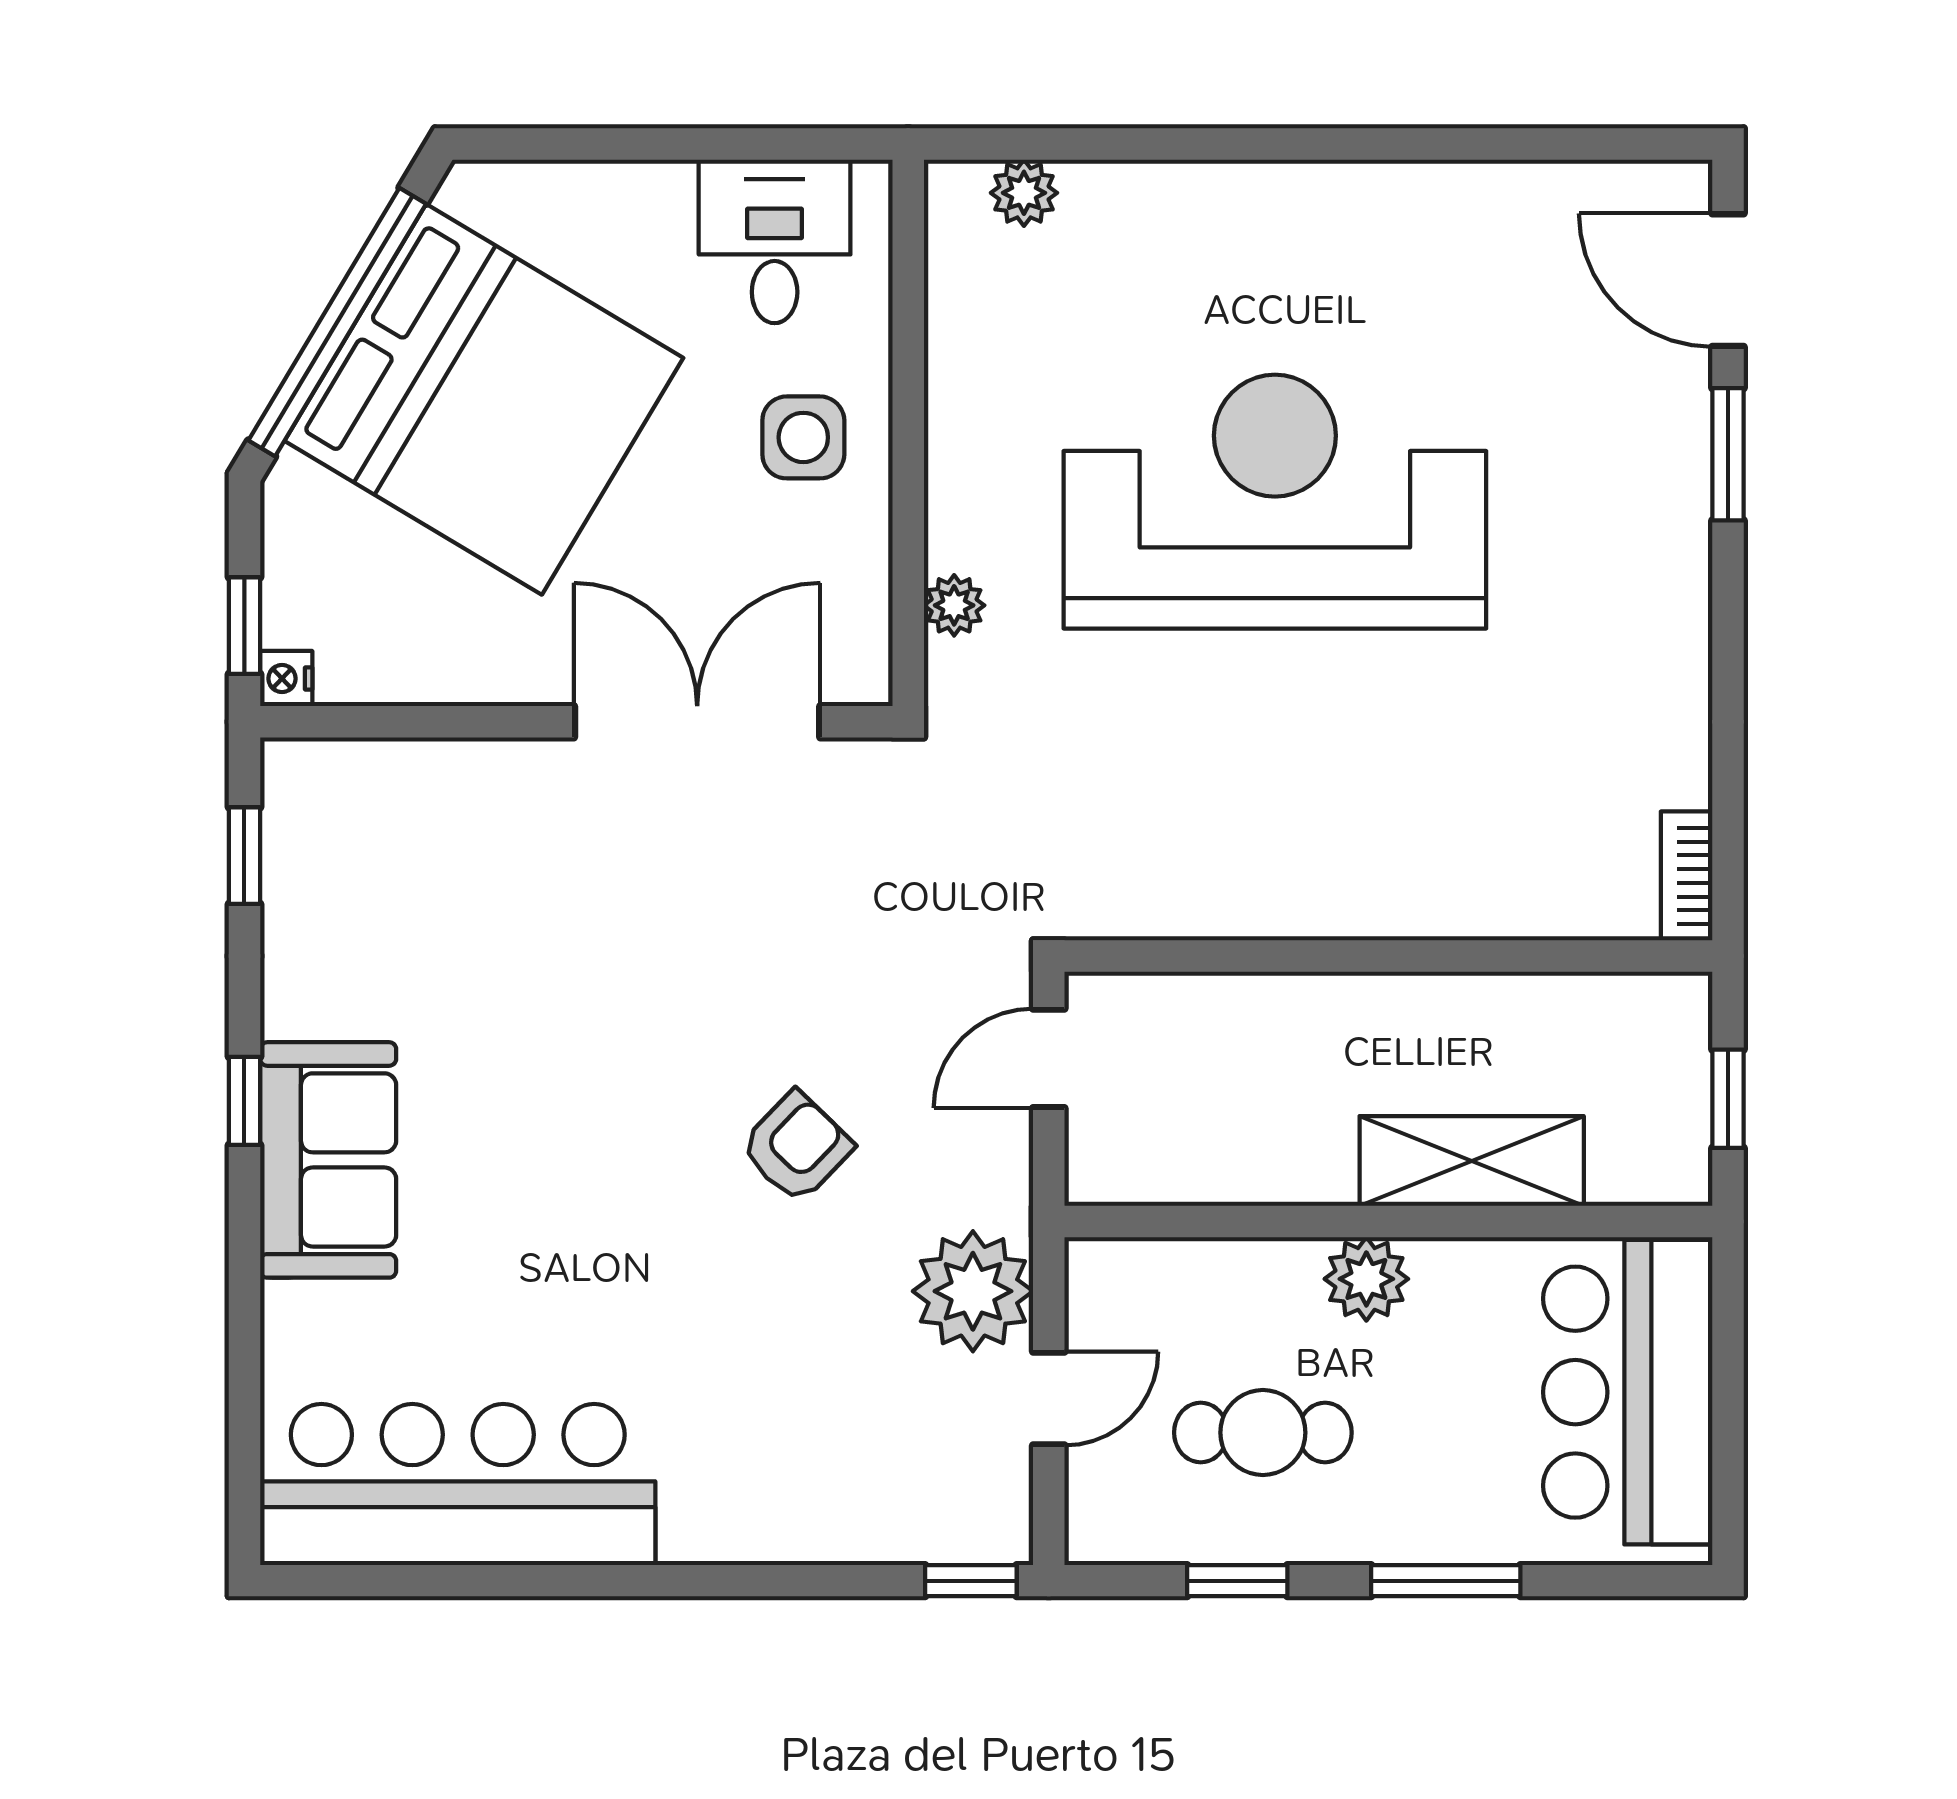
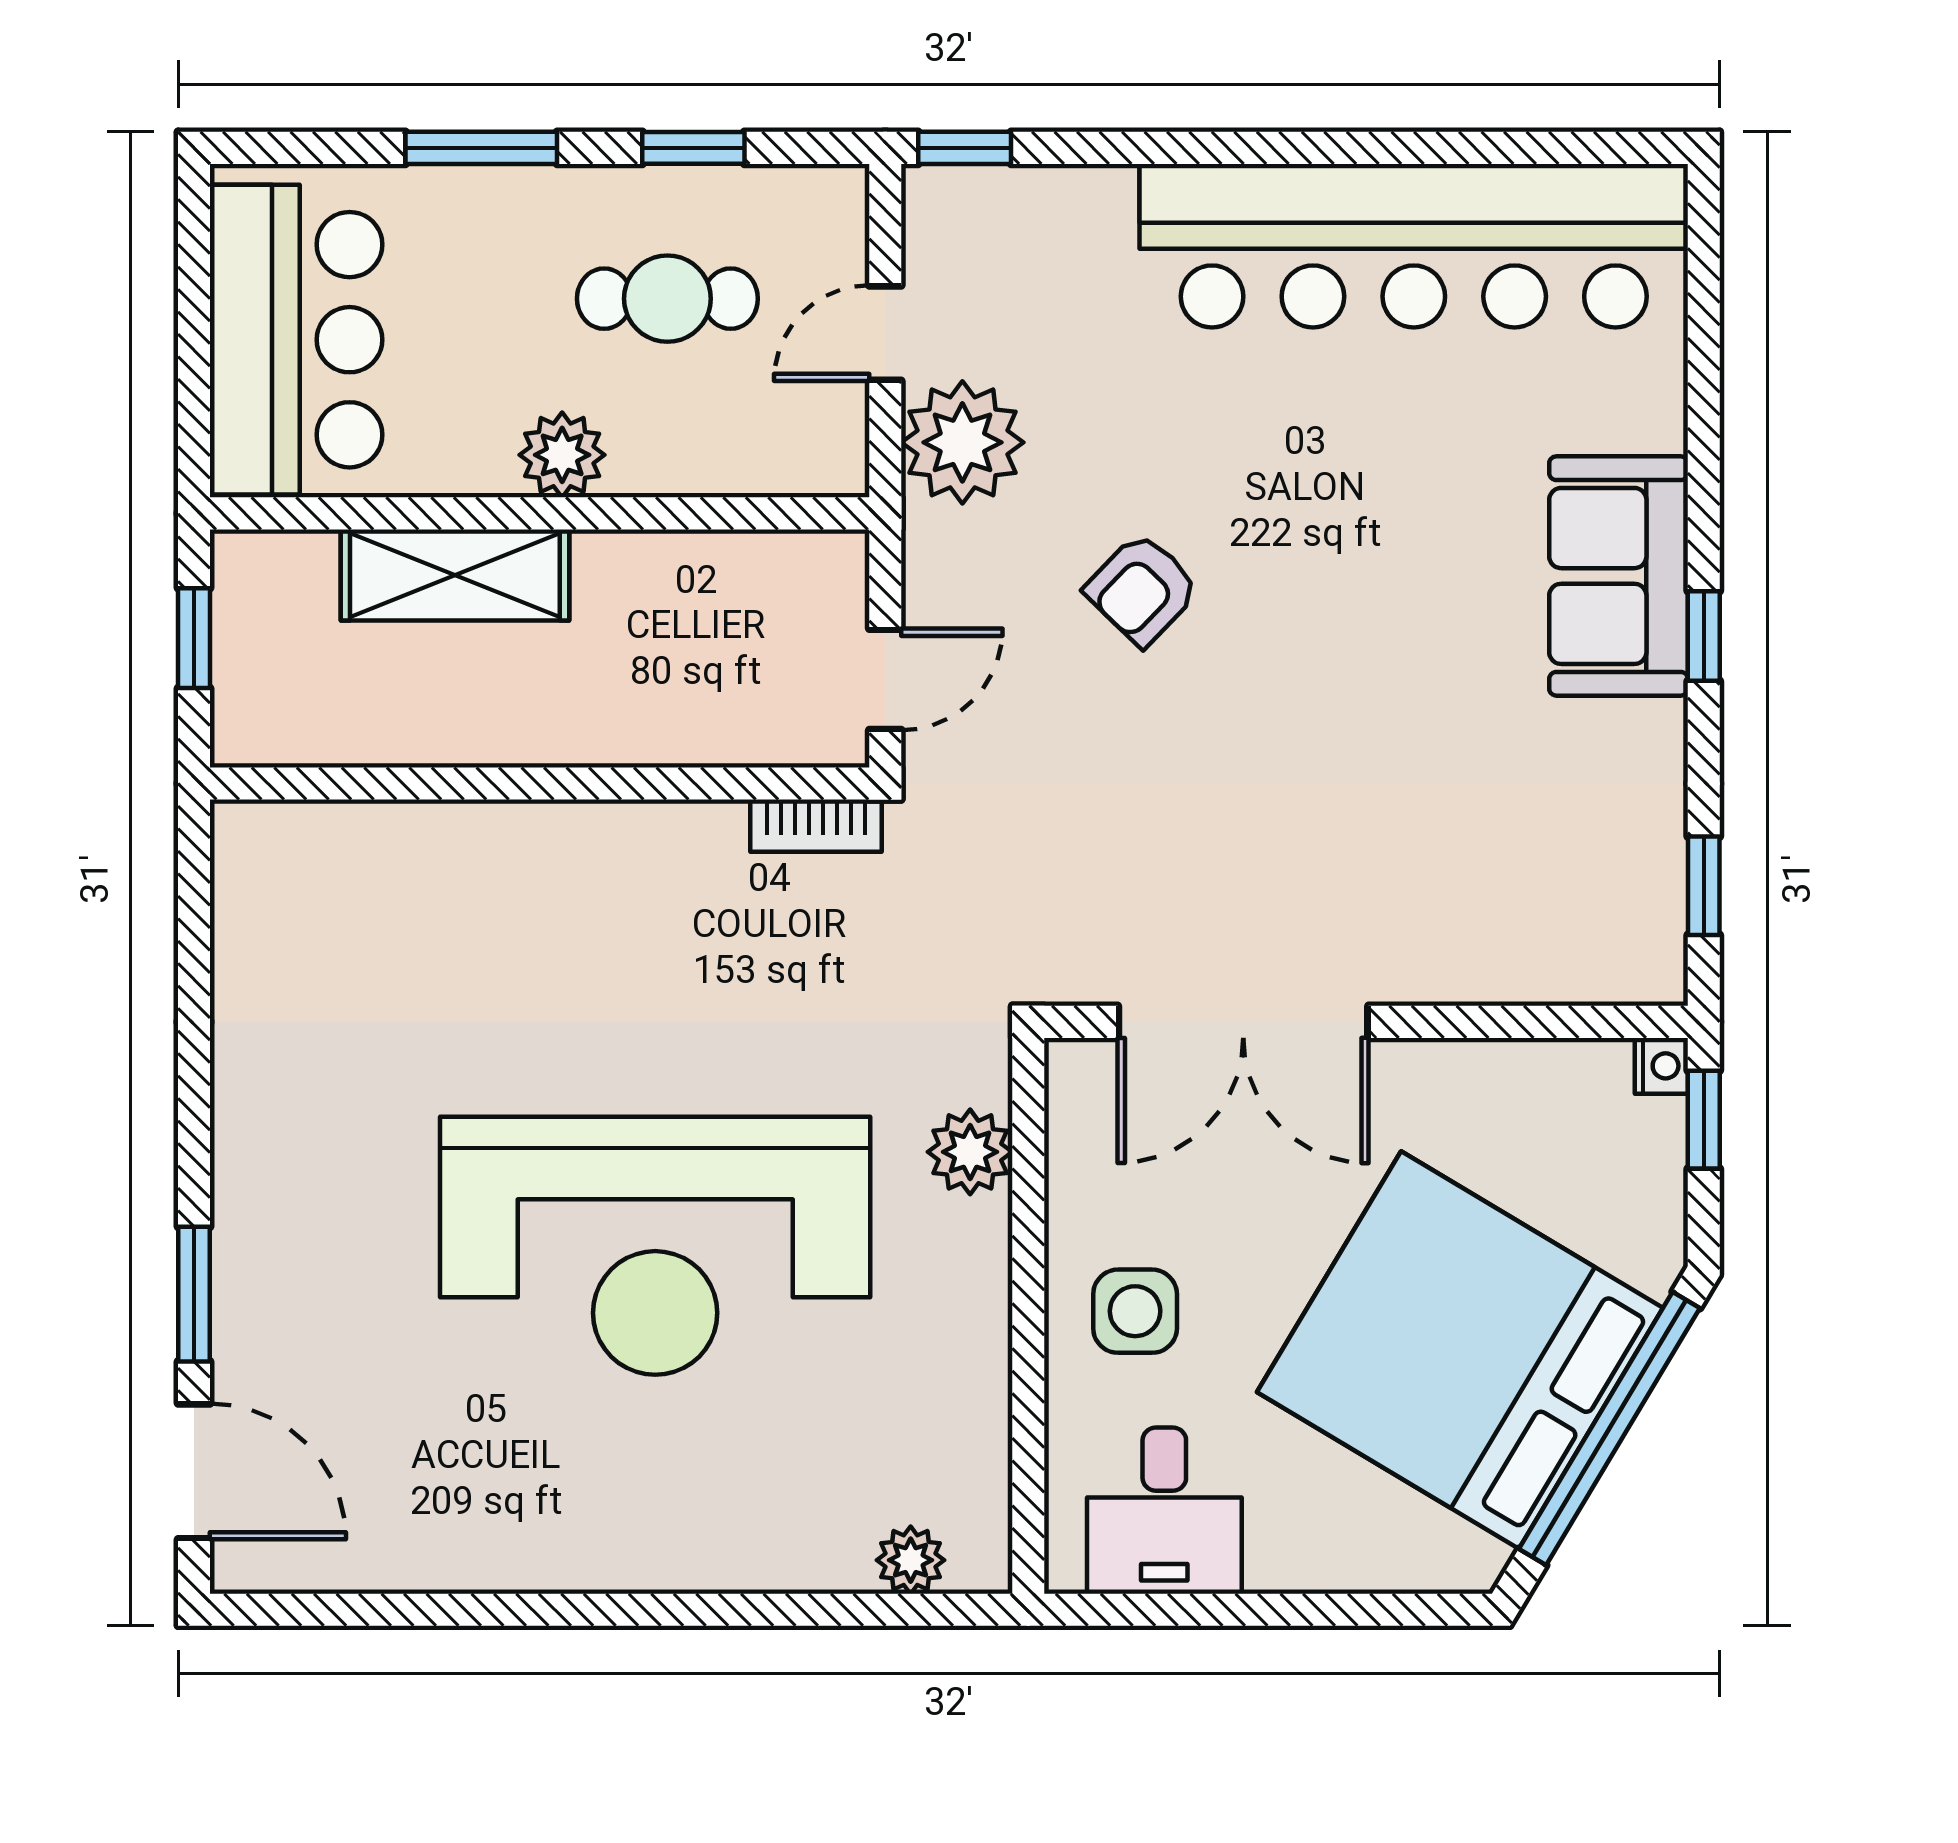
plant: (954, 605) -> (970, 1152), width x1.38, depth x1.38
bookcase: (1687, 876) -> (816, 826), moved, turned 90
bar counter: (458, 1485) -> (1414, 246), width x1.36

